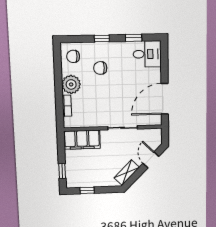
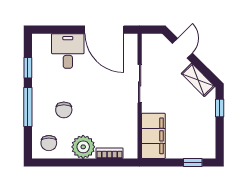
window: (102, 38) -> (28, 107), width x2.17
desk: (147, 54) -> (68, 51), moved
door: (151, 160) -> (182, 48), swing flipped
window: (87, 190) -> (220, 108), moved

